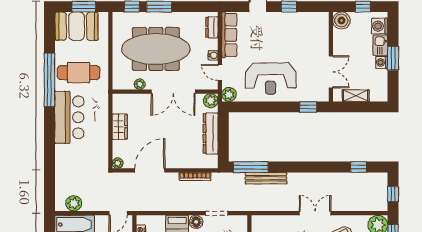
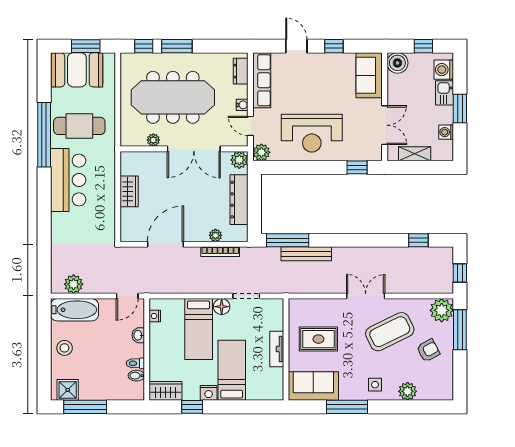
sofa: (318, 31) -> (369, 75), added
washing machine: (382, 63) -> (446, 132), moved
plant: (118, 163) -> (215, 235), moved

